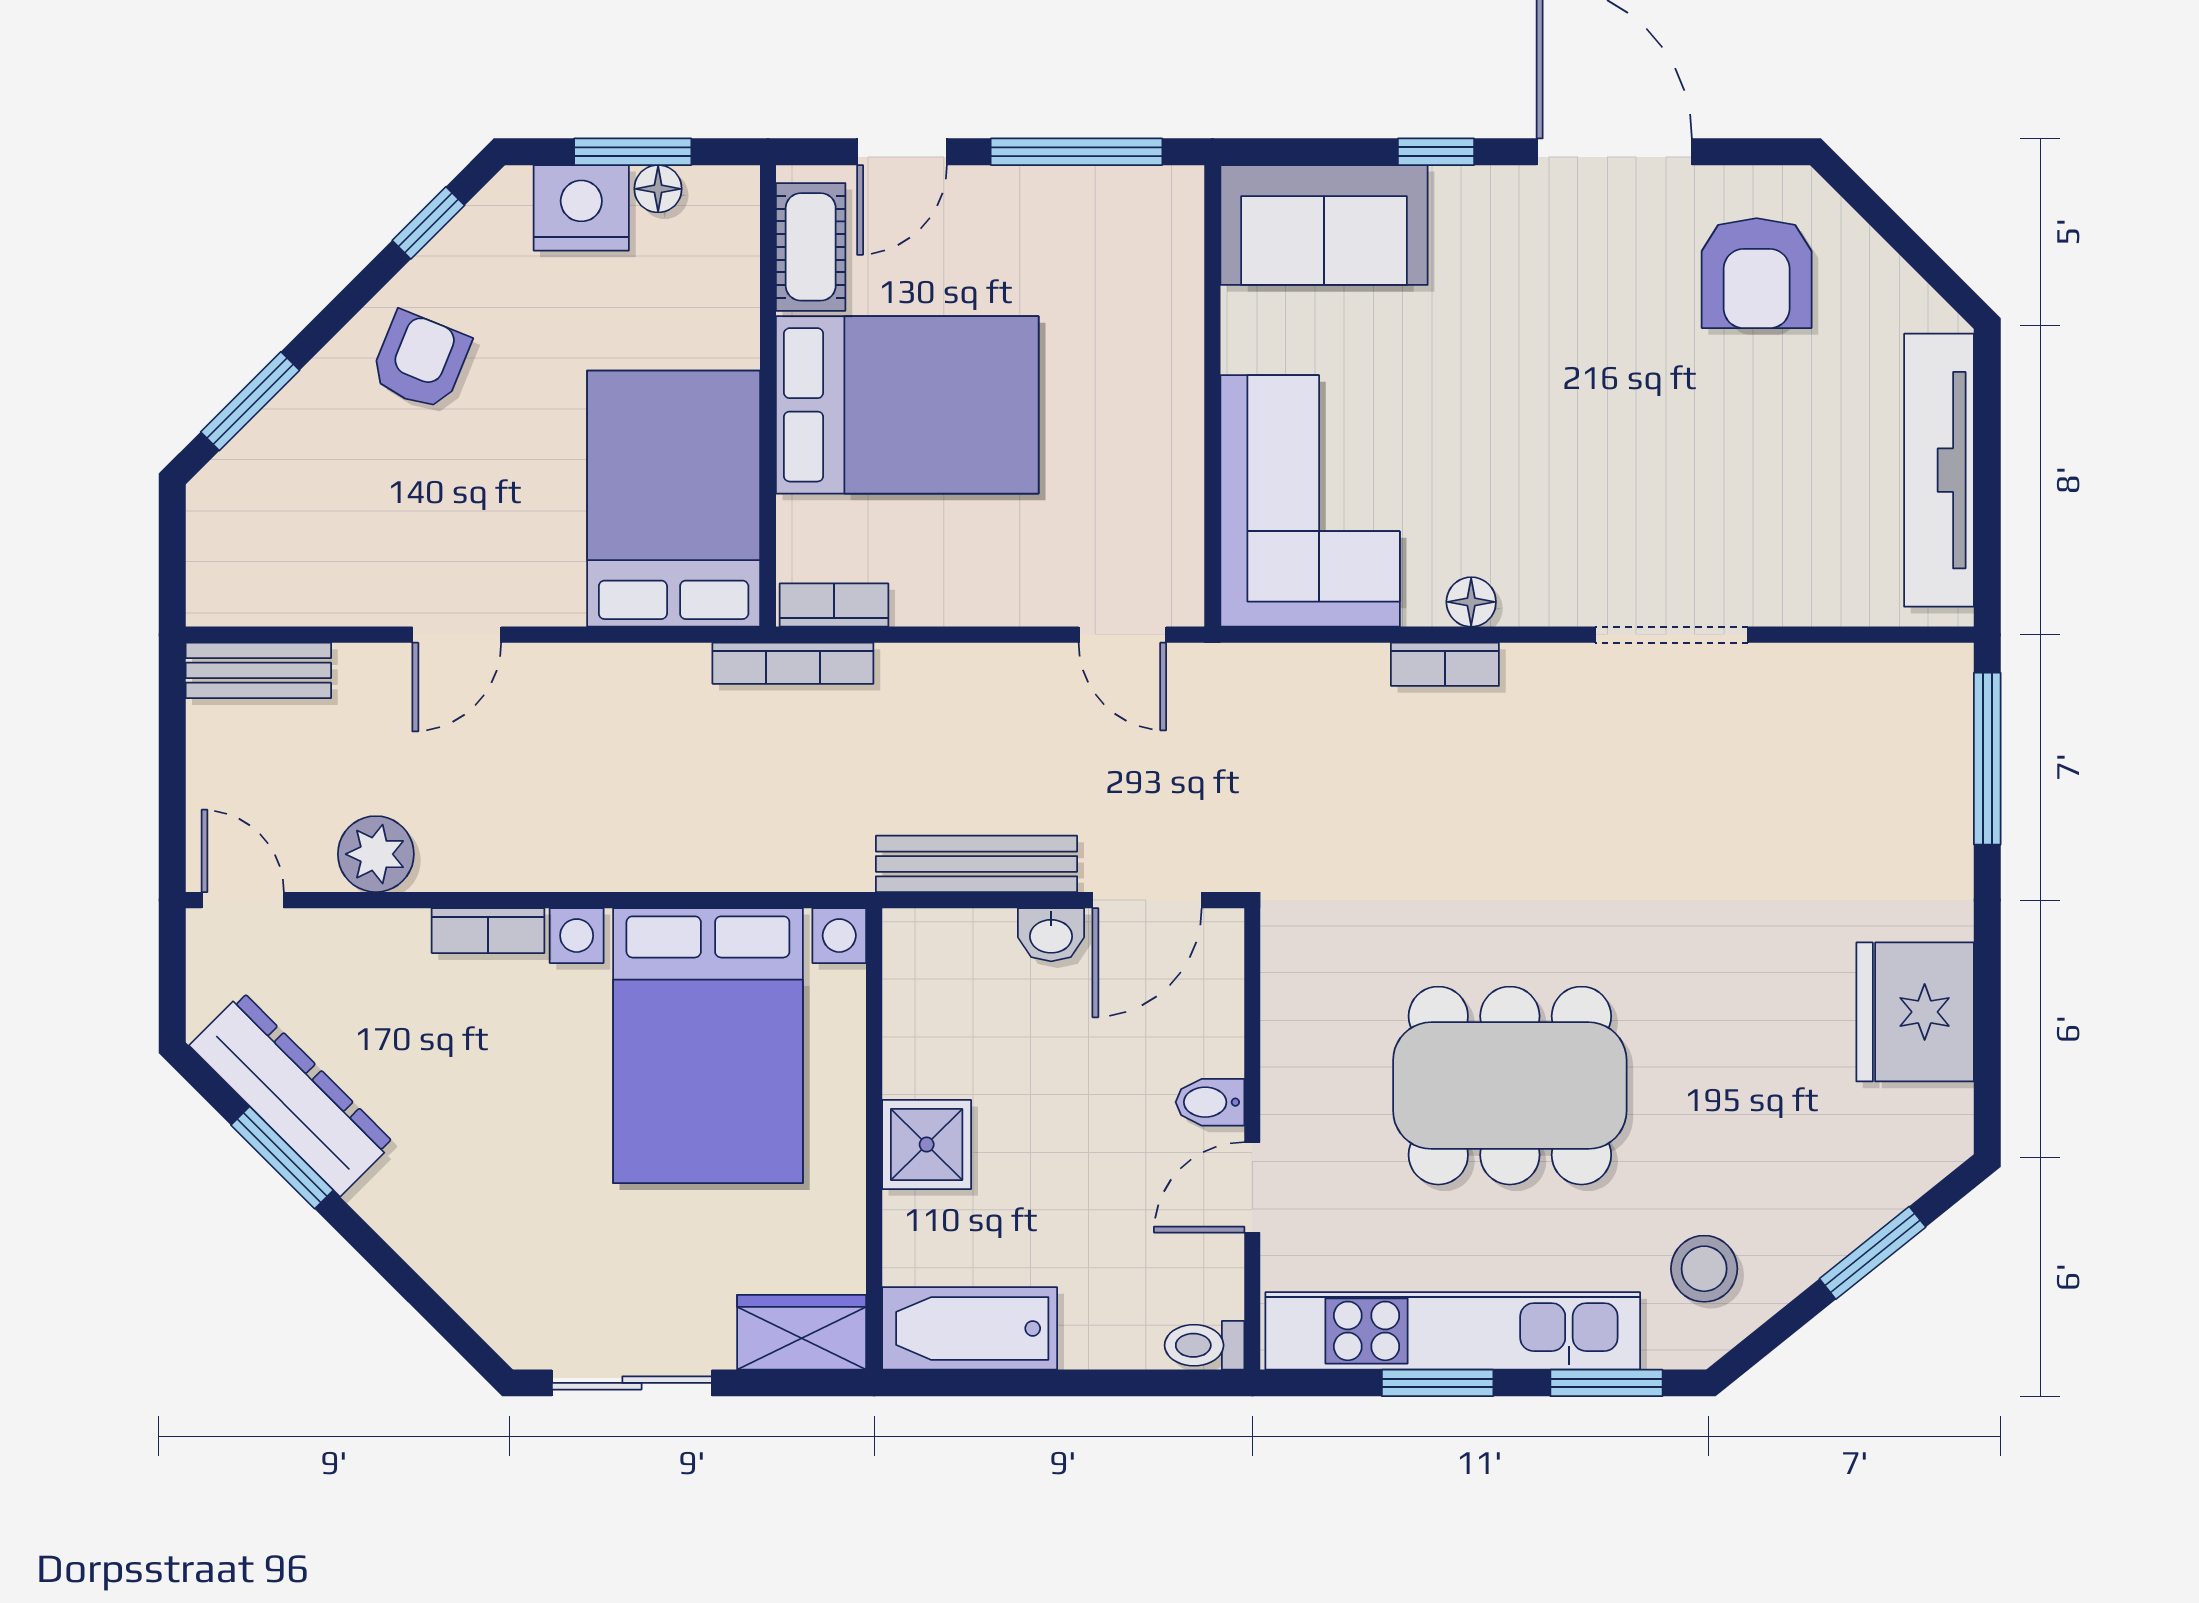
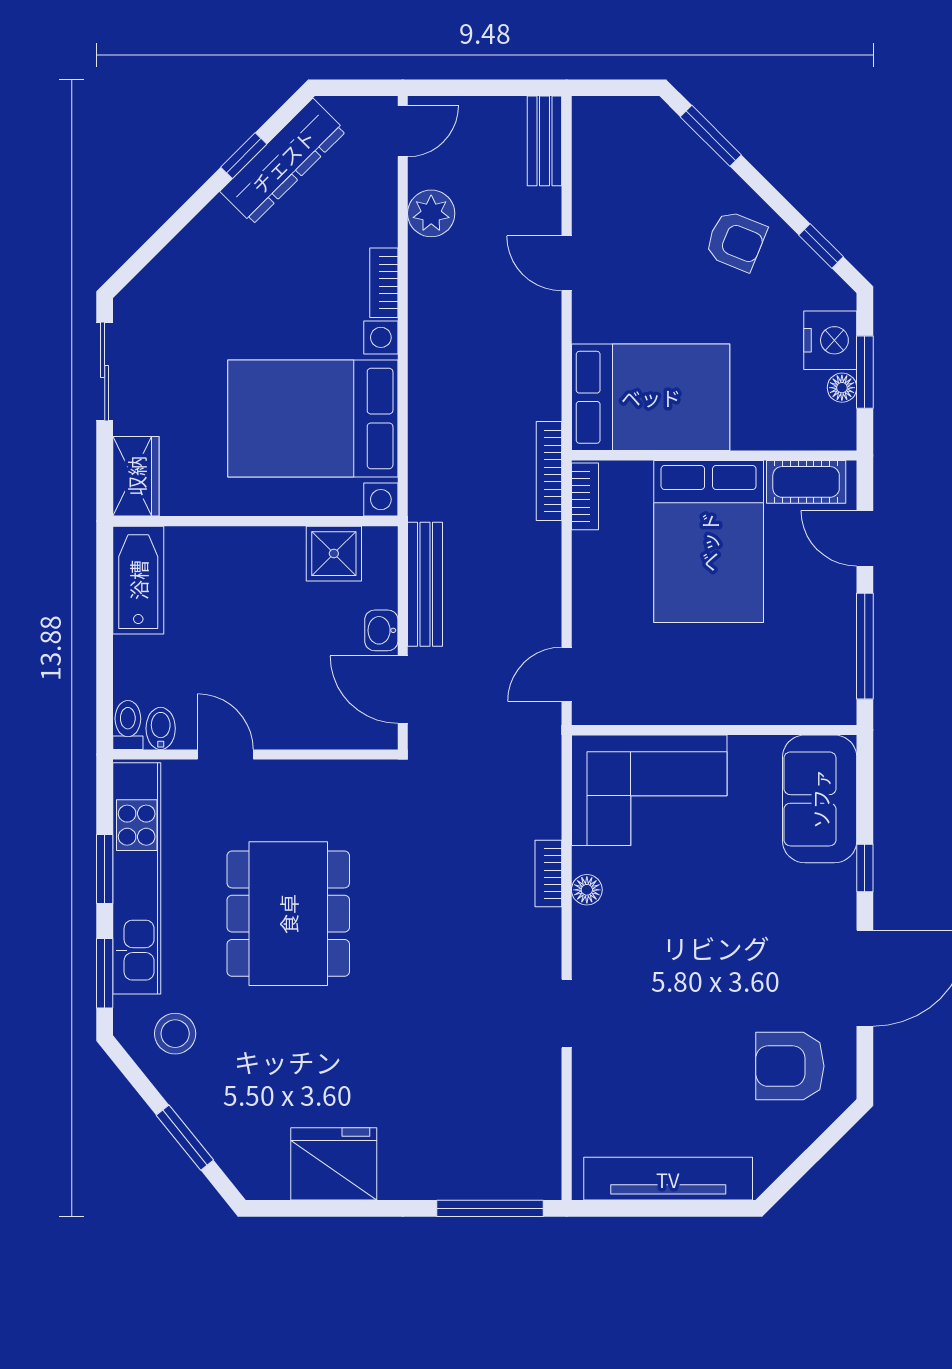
doorway: (1672, 635) -> (567, 1014), width x0.73
bidet: (1210, 1102) -> (161, 728), moved
shower: (927, 1145) -> (334, 554), moved
window: (282, 1158) -> (244, 156), width x0.67

